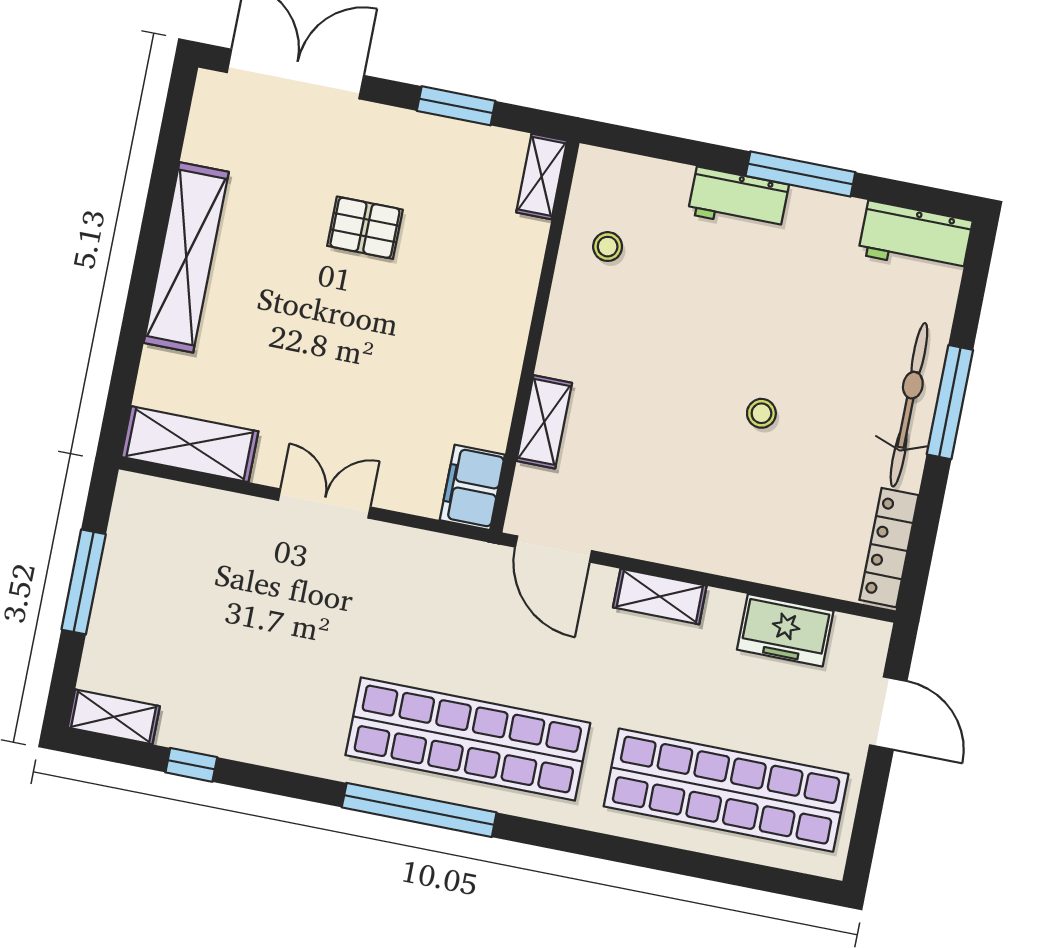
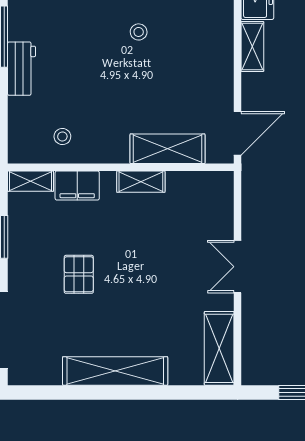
shelving: (503, 366) -> (141, 182), added
shelving: (544, 422) -> (168, 149), width x1.50, depth x1.33
filing cabinet: (472, 487) -> (77, 185), moved
shelving: (660, 597) -> (252, 46), moved

